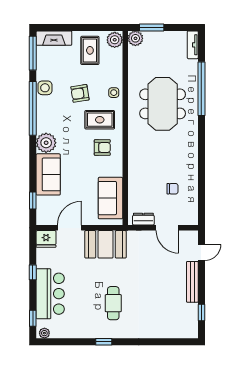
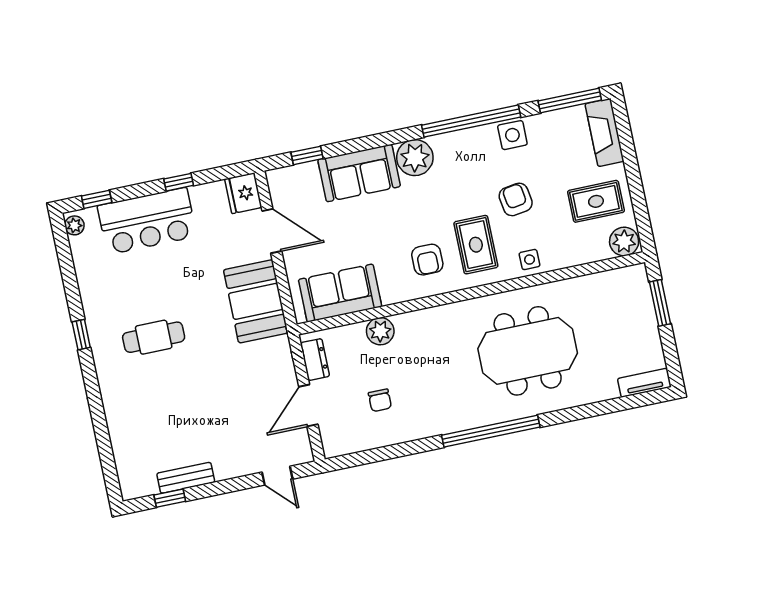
plant: (135, 38) -> (380, 331), moved
window: (201, 89) -> (491, 431), moved
bench: (192, 282) -> (186, 478), moved, width x0.73

